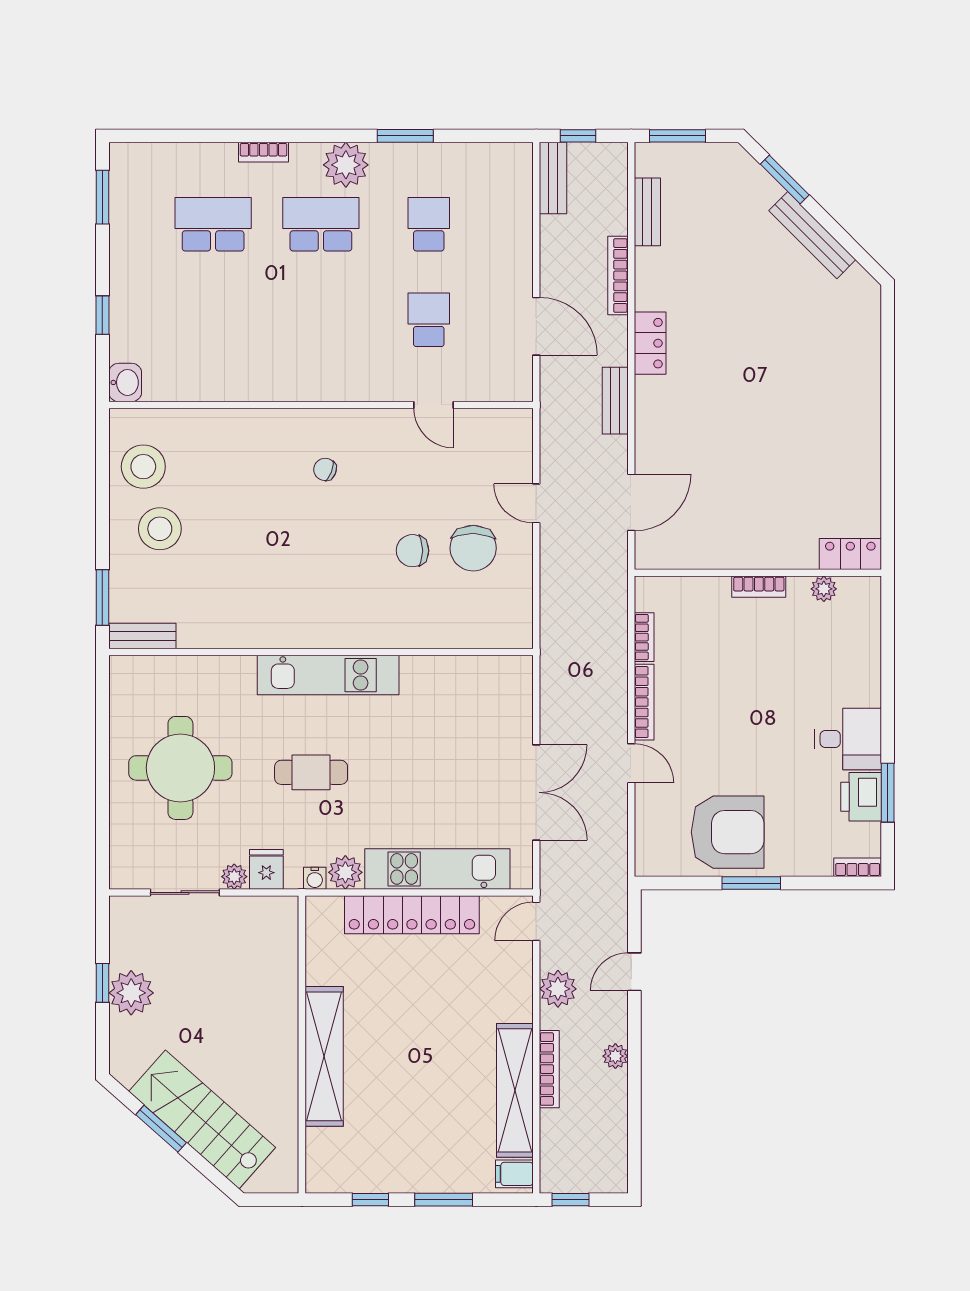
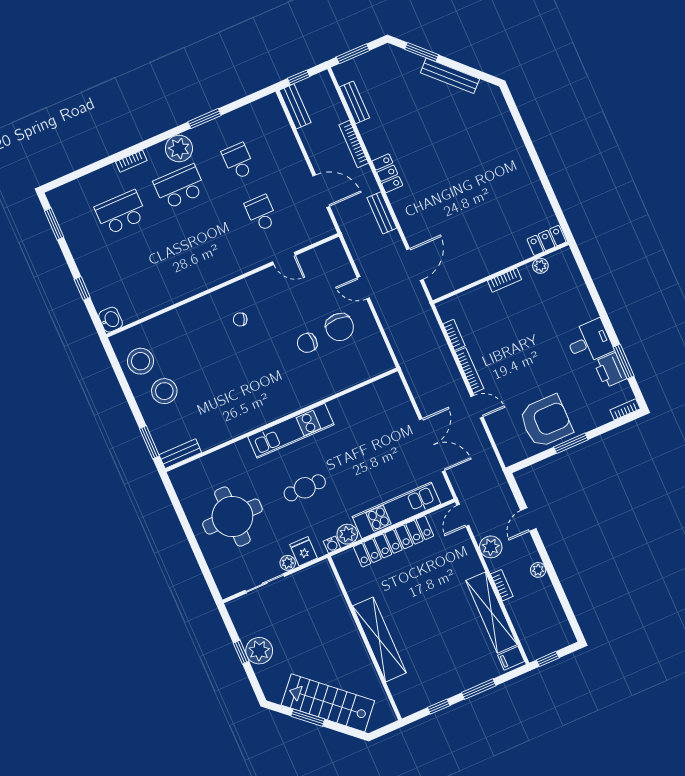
bookcase: (549, 1069) -> (502, 585), width x0.64

